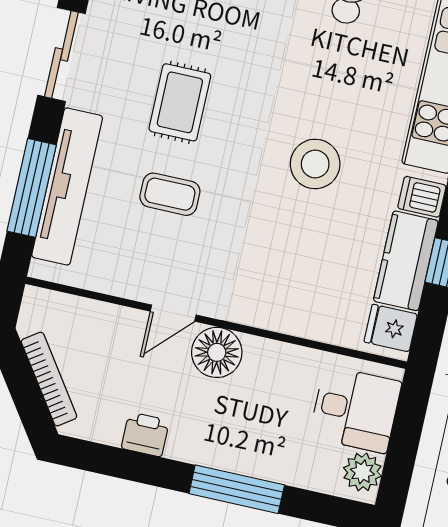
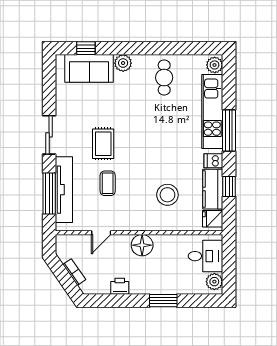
stool: (315, 164) -> (167, 195), moved
coffee table: (170, 194) -> (108, 183), turned 90
door: (173, 313) -> (101, 233), moved
bookcase: (49, 379) -> (74, 272), width x0.64
window: (237, 489) -> (163, 301), width x0.69

